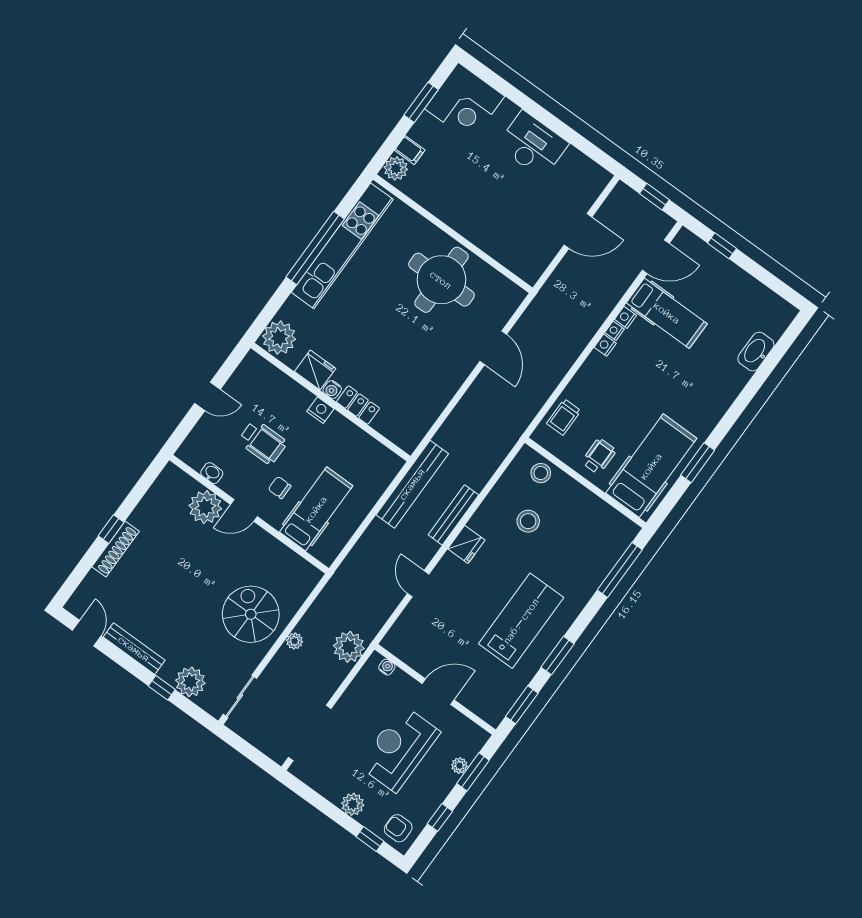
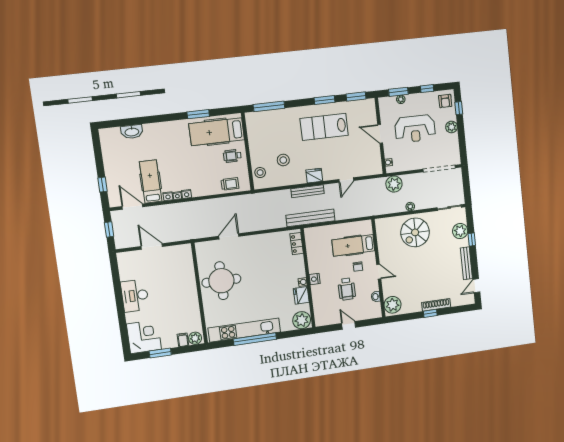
locker: (358, 405) -> (297, 244), moved
wheelchair: (263, 442) -> (347, 289), turned 180
plant: (205, 507) -> (393, 305), moved

